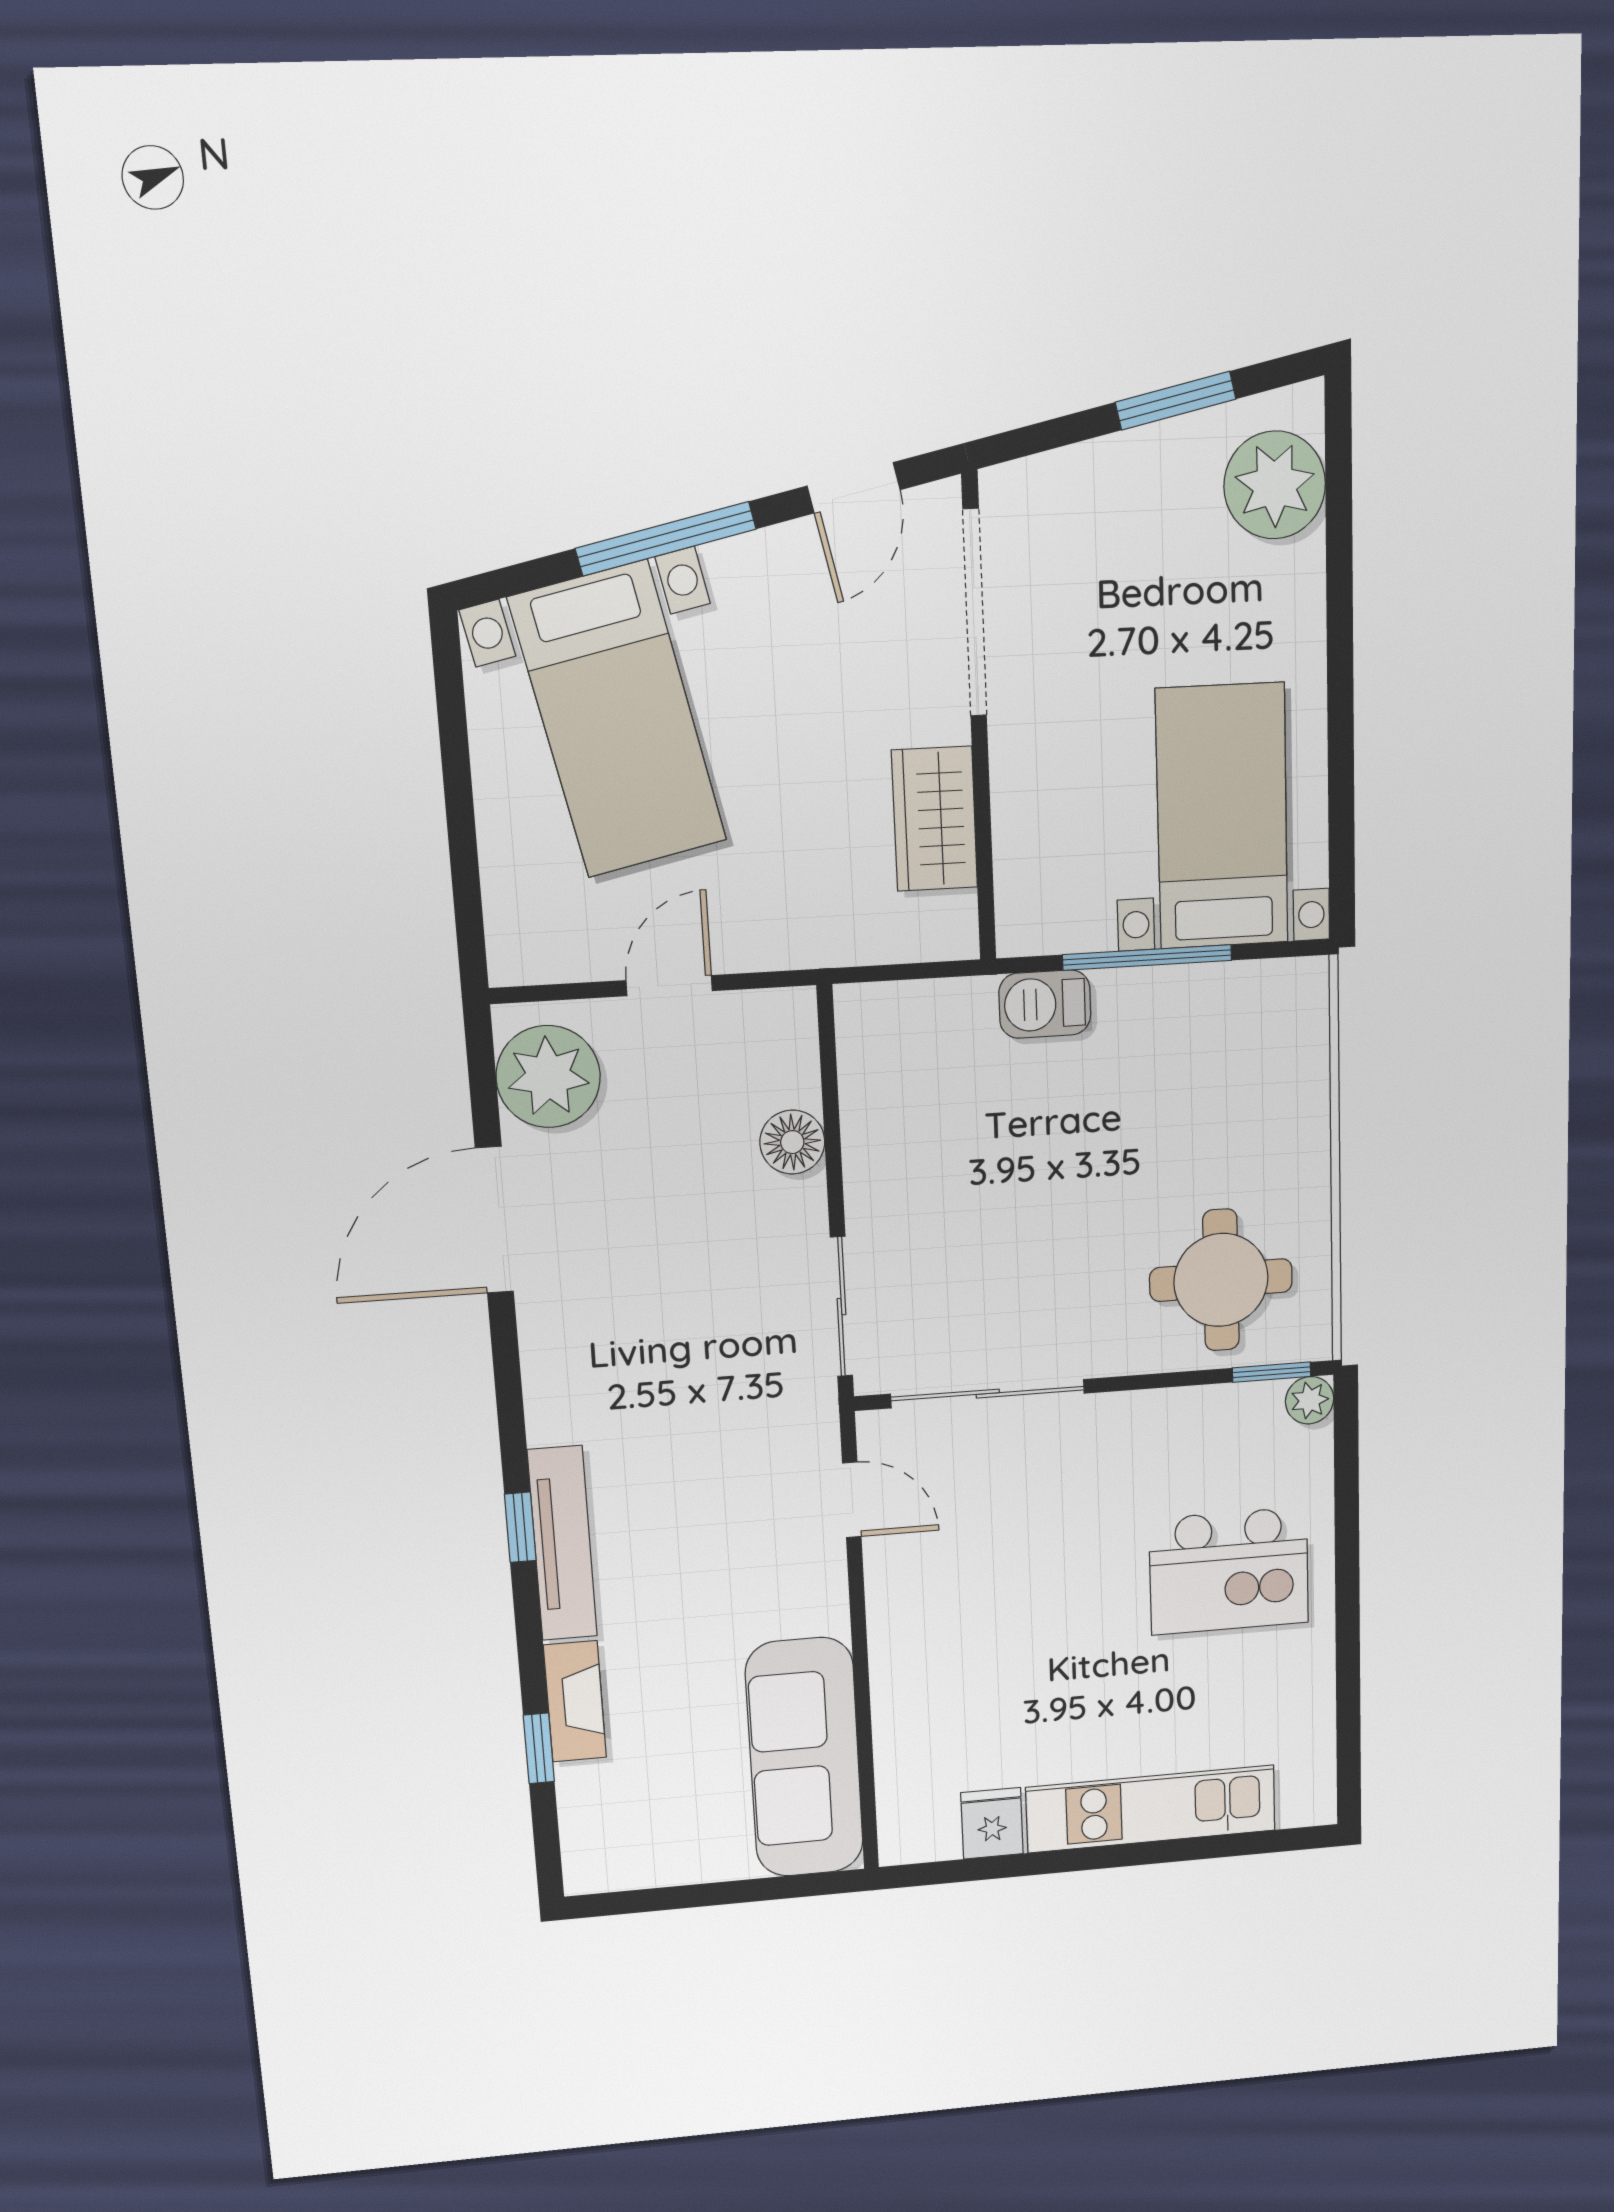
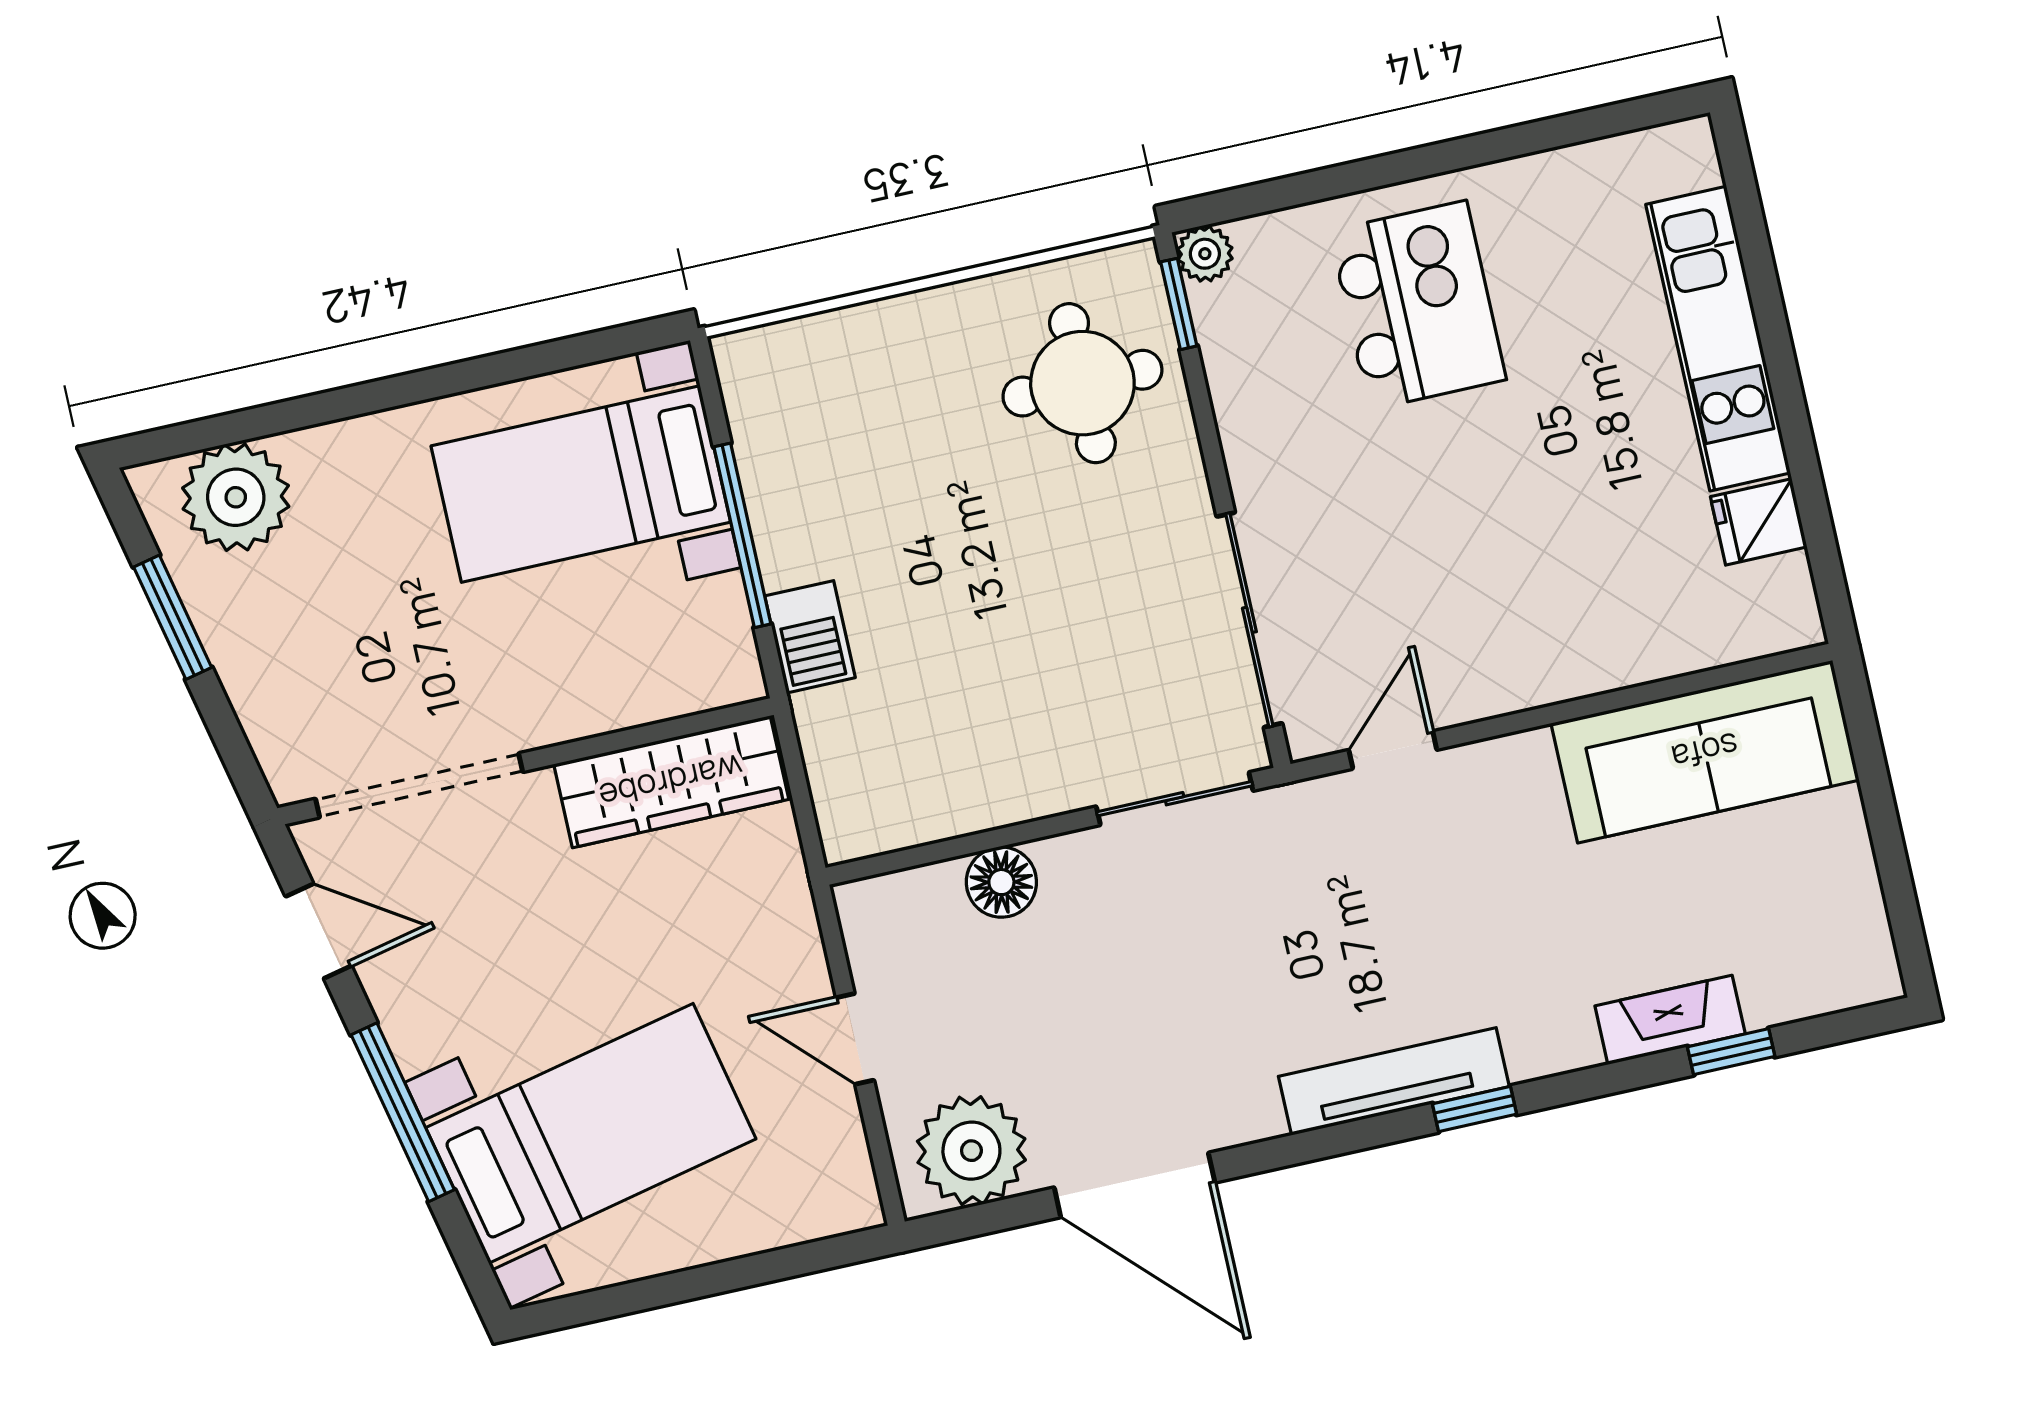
wardrobe: (935, 819) -> (671, 782), width x1.50
tv unit: (562, 1543) -> (1394, 1081), moved

